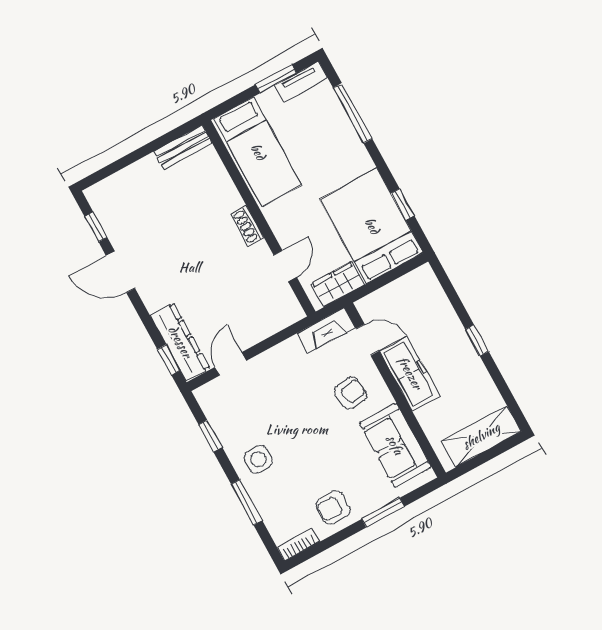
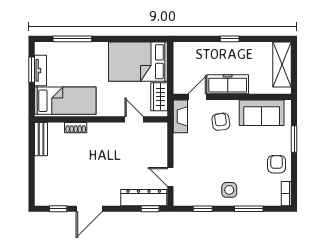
tv unit: (301, 82) -> (41, 70), moved
window: (403, 204) -> (136, 39), removed
shoe rack: (247, 226) -> (76, 128), moved
armchair: (333, 507) -> (277, 164), turned 180

